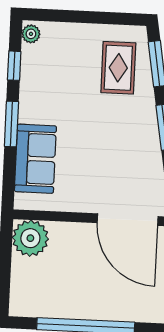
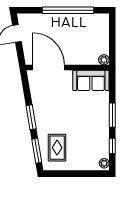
sofa: (35, 159) -> (91, 80), moved, turned -90
plant: (30, 238) -> (104, 60), width x0.53, depth x0.53

